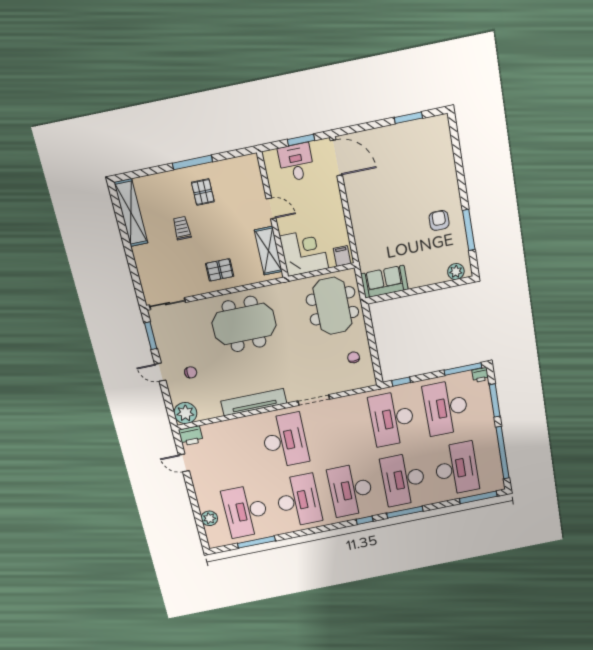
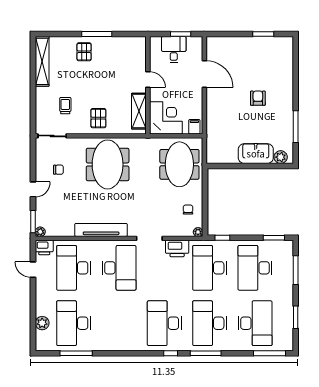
door: (336, 158) -> (204, 74), moved
pallet: (203, 192) -> (84, 52), moved
armchair: (439, 220) -> (258, 98), moved
trolley: (182, 228) -> (65, 106), moved
pallet: (220, 270) -> (98, 118), turned 90
sofa: (384, 282) -> (256, 154), moved
meeting table: (244, 324) -> (108, 164), turned 90
window: (151, 336) -> (33, 222), moved
window: (463, 369) -> (274, 238), width x0.69
door: (160, 372) -> (33, 189), swing flipped
chair: (191, 372) -> (58, 170), moved
printer: (480, 375) -> (177, 248), moved, width x1.87, depth x1.48
plant: (371, 381) -> (198, 232), added
plant: (185, 413) -> (40, 232), width x0.53, depth x0.53
window: (503, 453) -> (296, 317), width x0.47
desk: (298, 501) -> (74, 268), moved, turned 180

